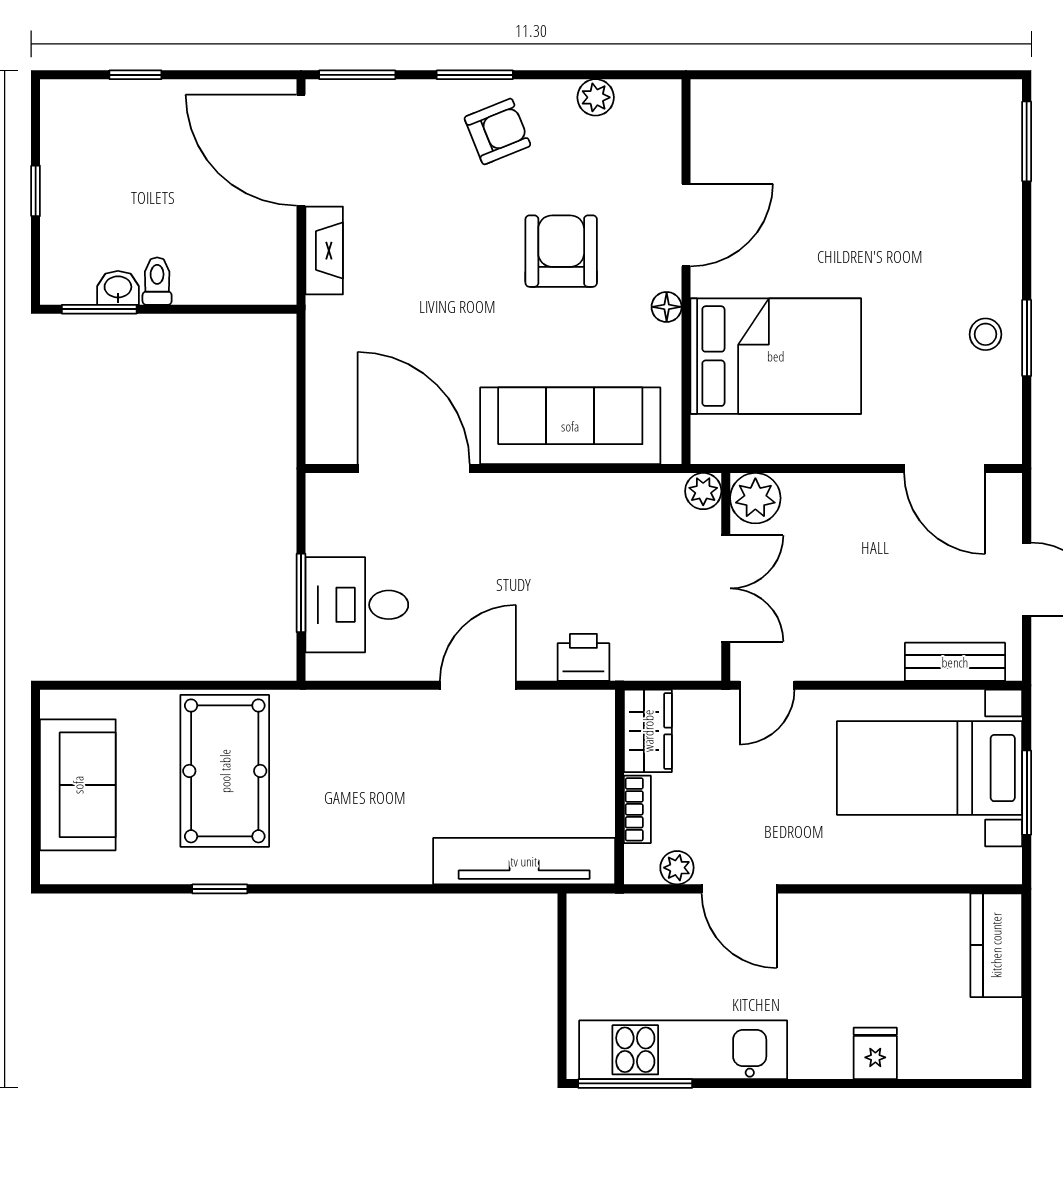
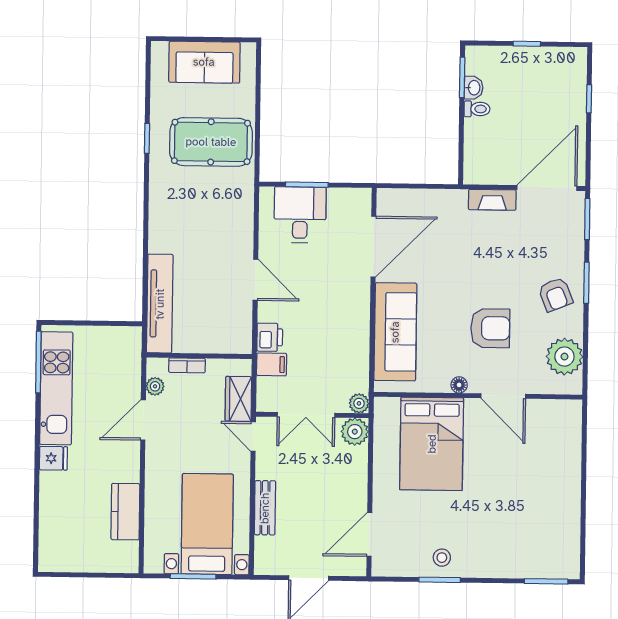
plant: (596, 97) -> (564, 357), width x1.87, depth x1.87
filing cabinet: (634, 653) -> (272, 364), added
bench: (955, 662) -> (265, 508), moved
wardrobe: (648, 731) -> (238, 399), moved, turned 90
kitchen counter: (996, 945) -> (125, 512), moved, turned -90
fridge: (875, 1053) -> (53, 458), moved

